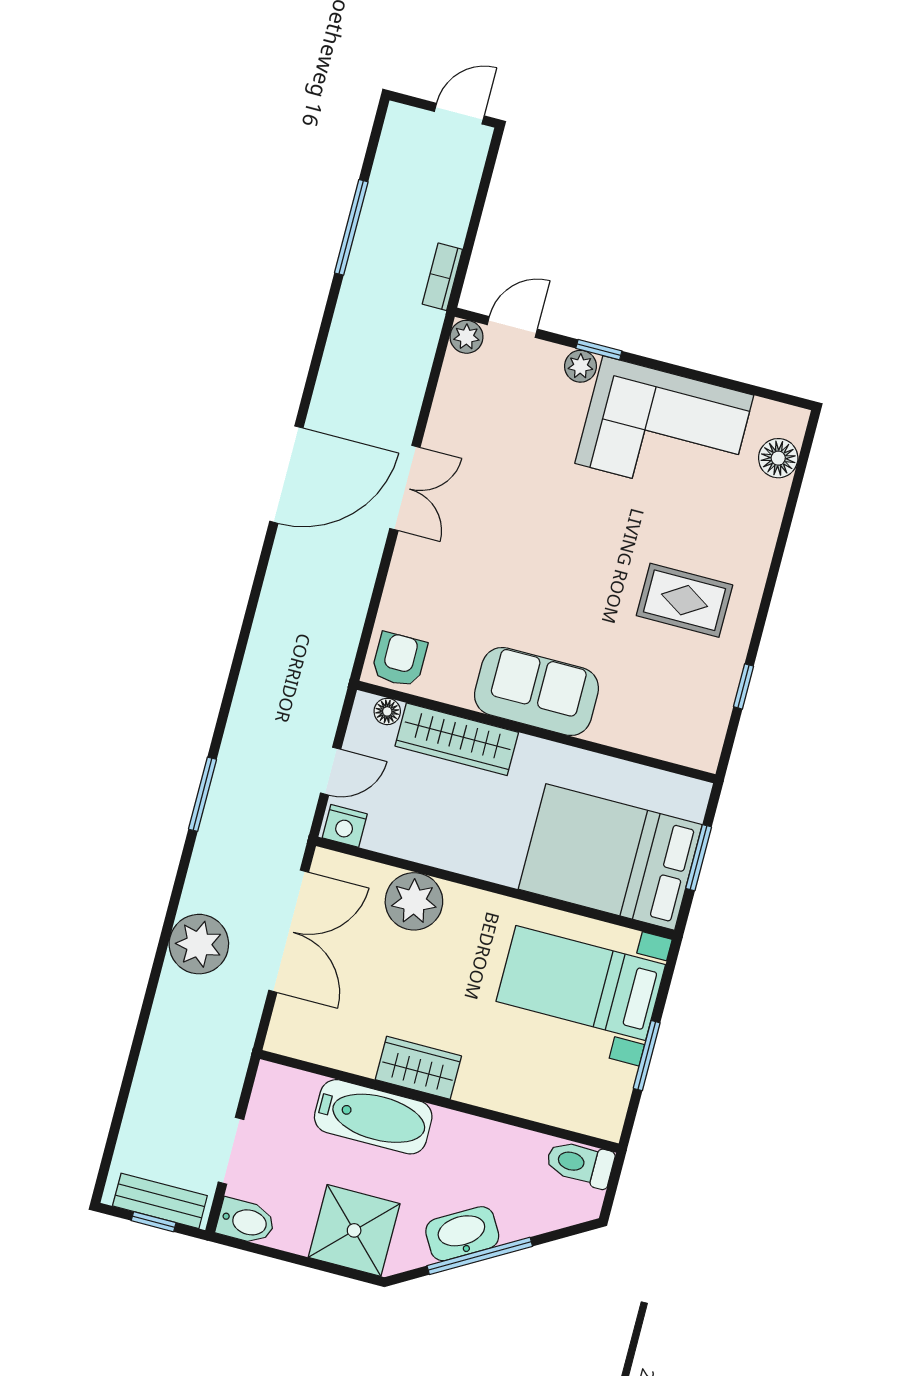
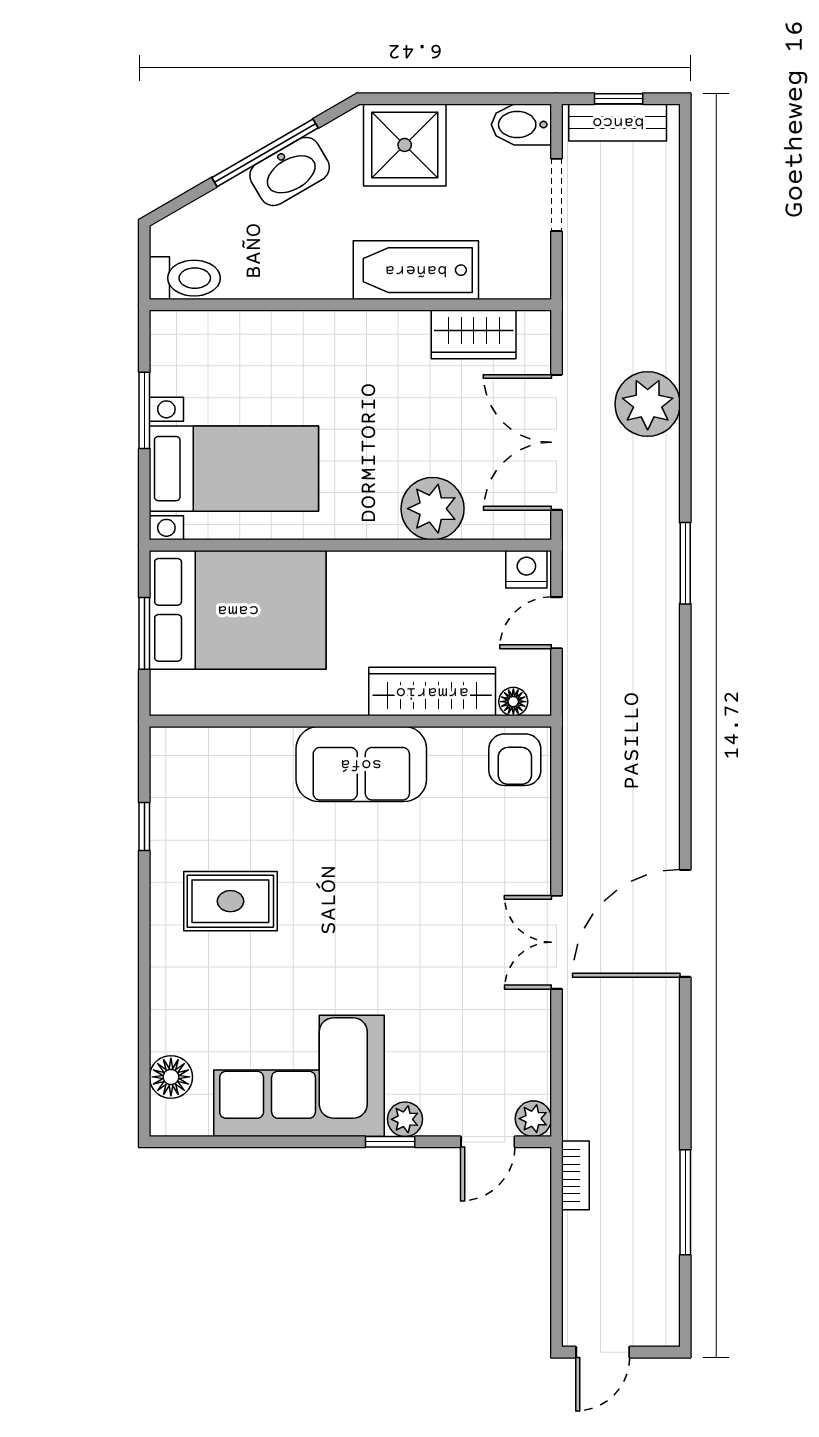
wardrobe: (418, 1068) -> (474, 334), moved

